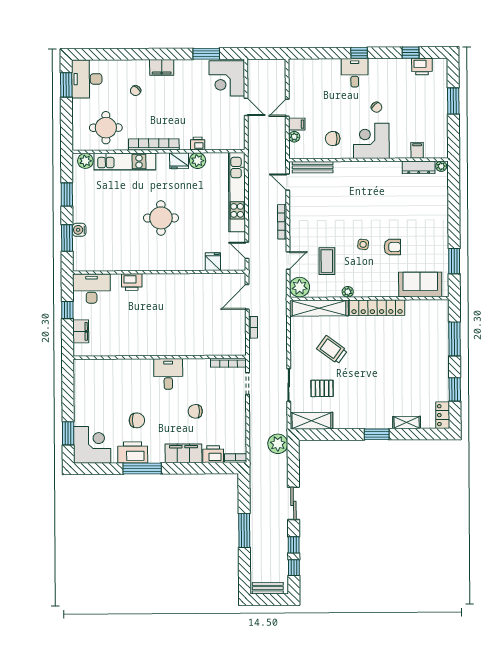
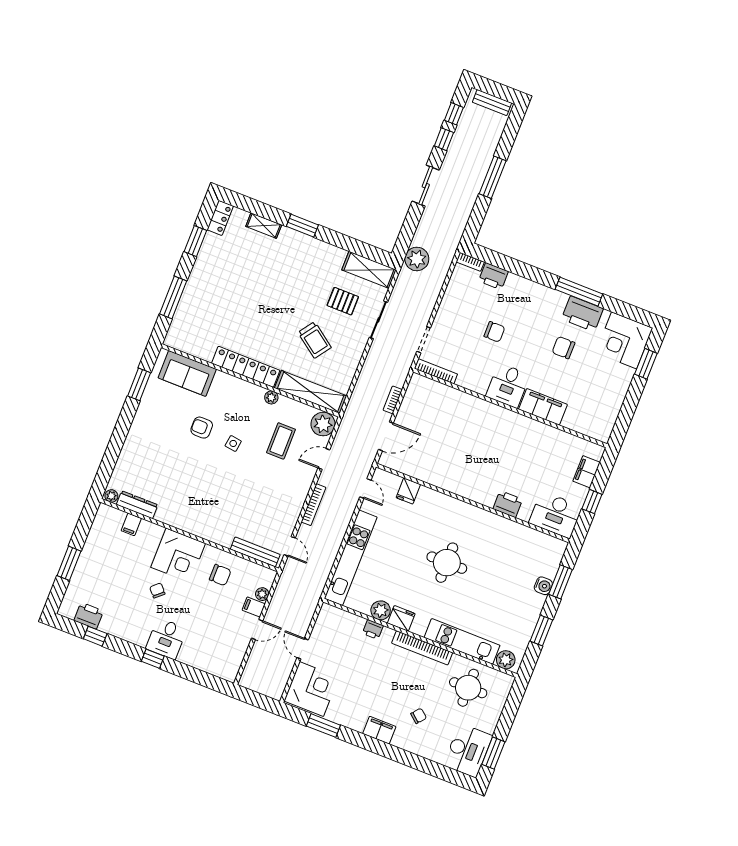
filing cabinet: (184, 453) -> (543, 407), moved, turned 180

